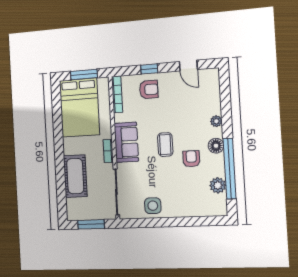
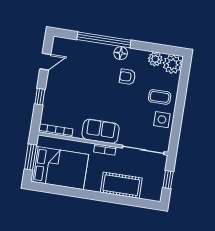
armchair: (149, 89) -> (58, 101), removed
plant: (216, 121) -> (172, 64), moved, width x1.88, depth x1.88
coffee table: (165, 145) -> (160, 97), moved
window: (230, 169) -> (104, 40), moved
window: (91, 224) -> (168, 180), width x0.67

